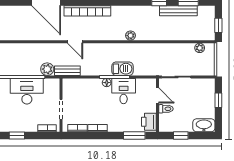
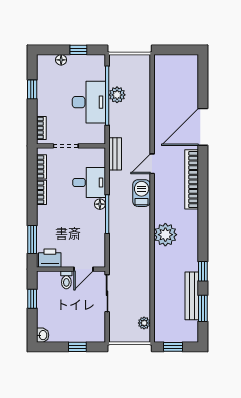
plant: (131, 36) -> (165, 235), width x1.88, depth x1.88
plant: (47, 69) -> (117, 95), moved
barbecue: (123, 69) -> (142, 193), moved, turned 180
desk: (124, 91) -> (89, 182), moved
washbasin: (204, 125) -> (43, 335), width x0.52, depth x0.69

